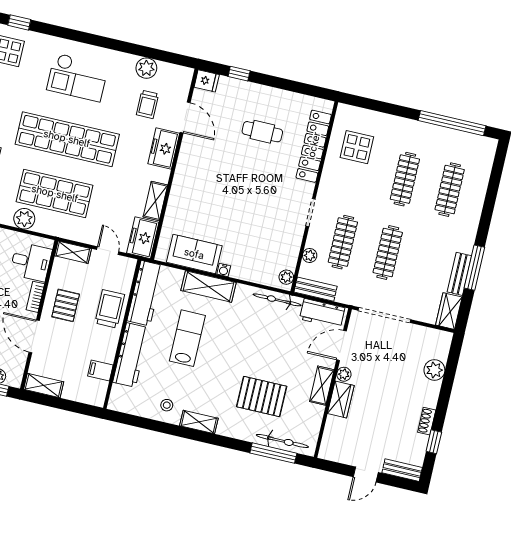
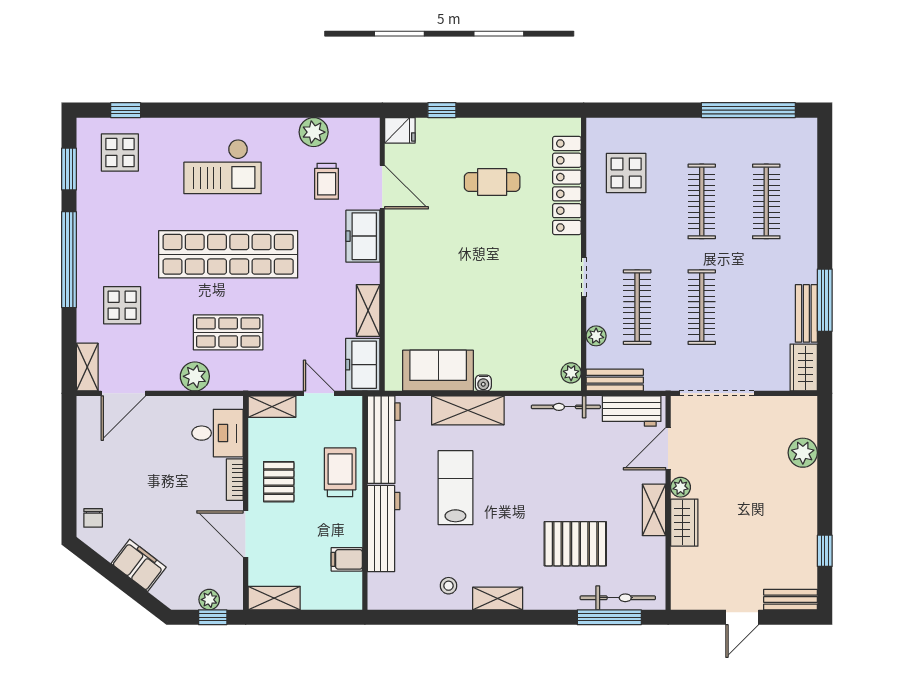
shop shelf: (55, 194) -> (228, 332), width x0.70, depth x0.74
shoe rack: (427, 421) -> (808, 525), removed

